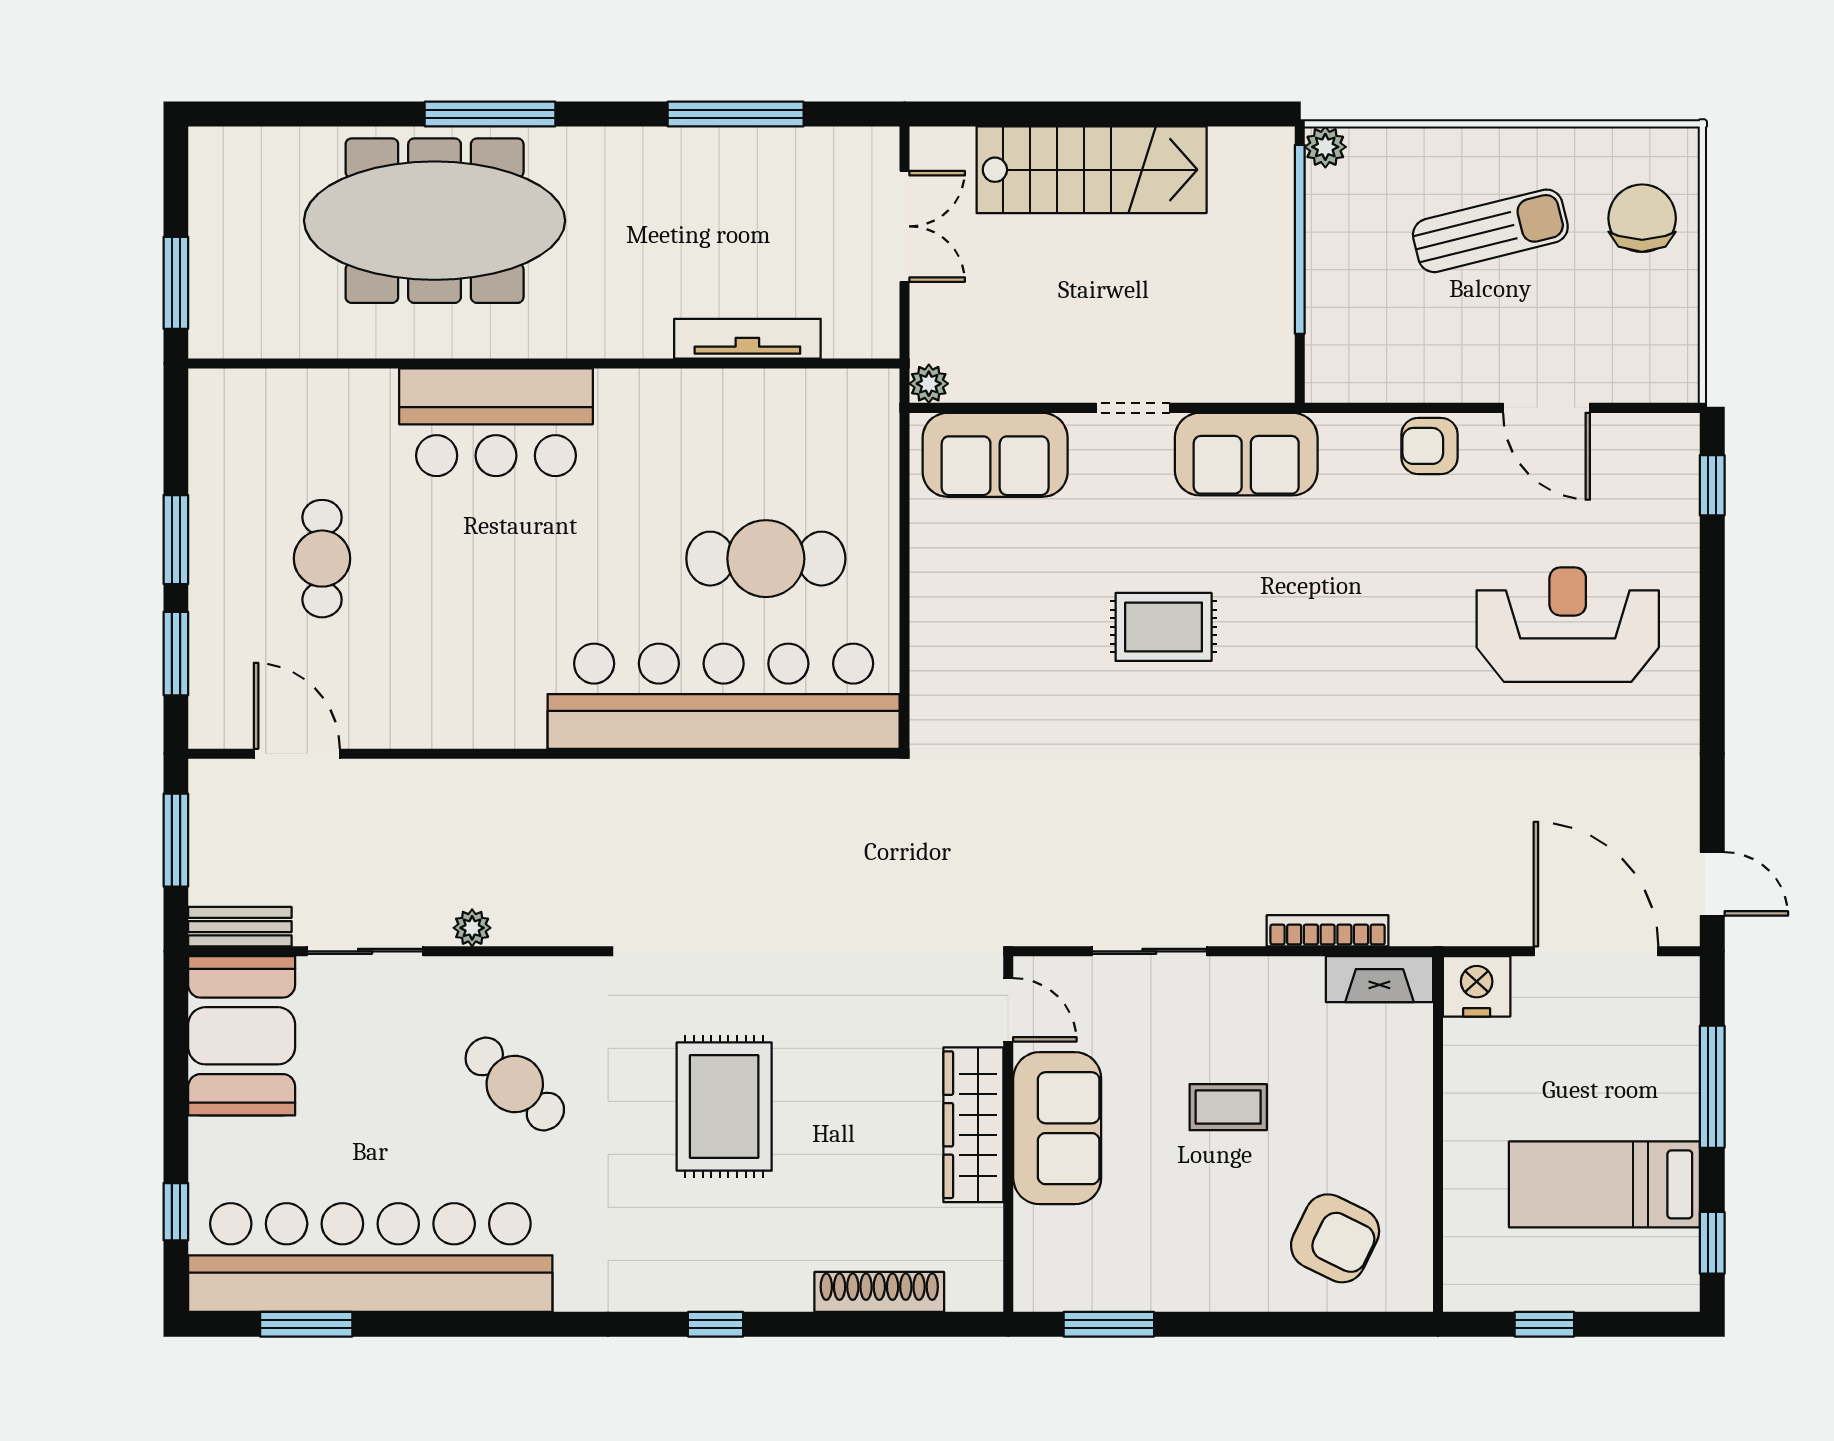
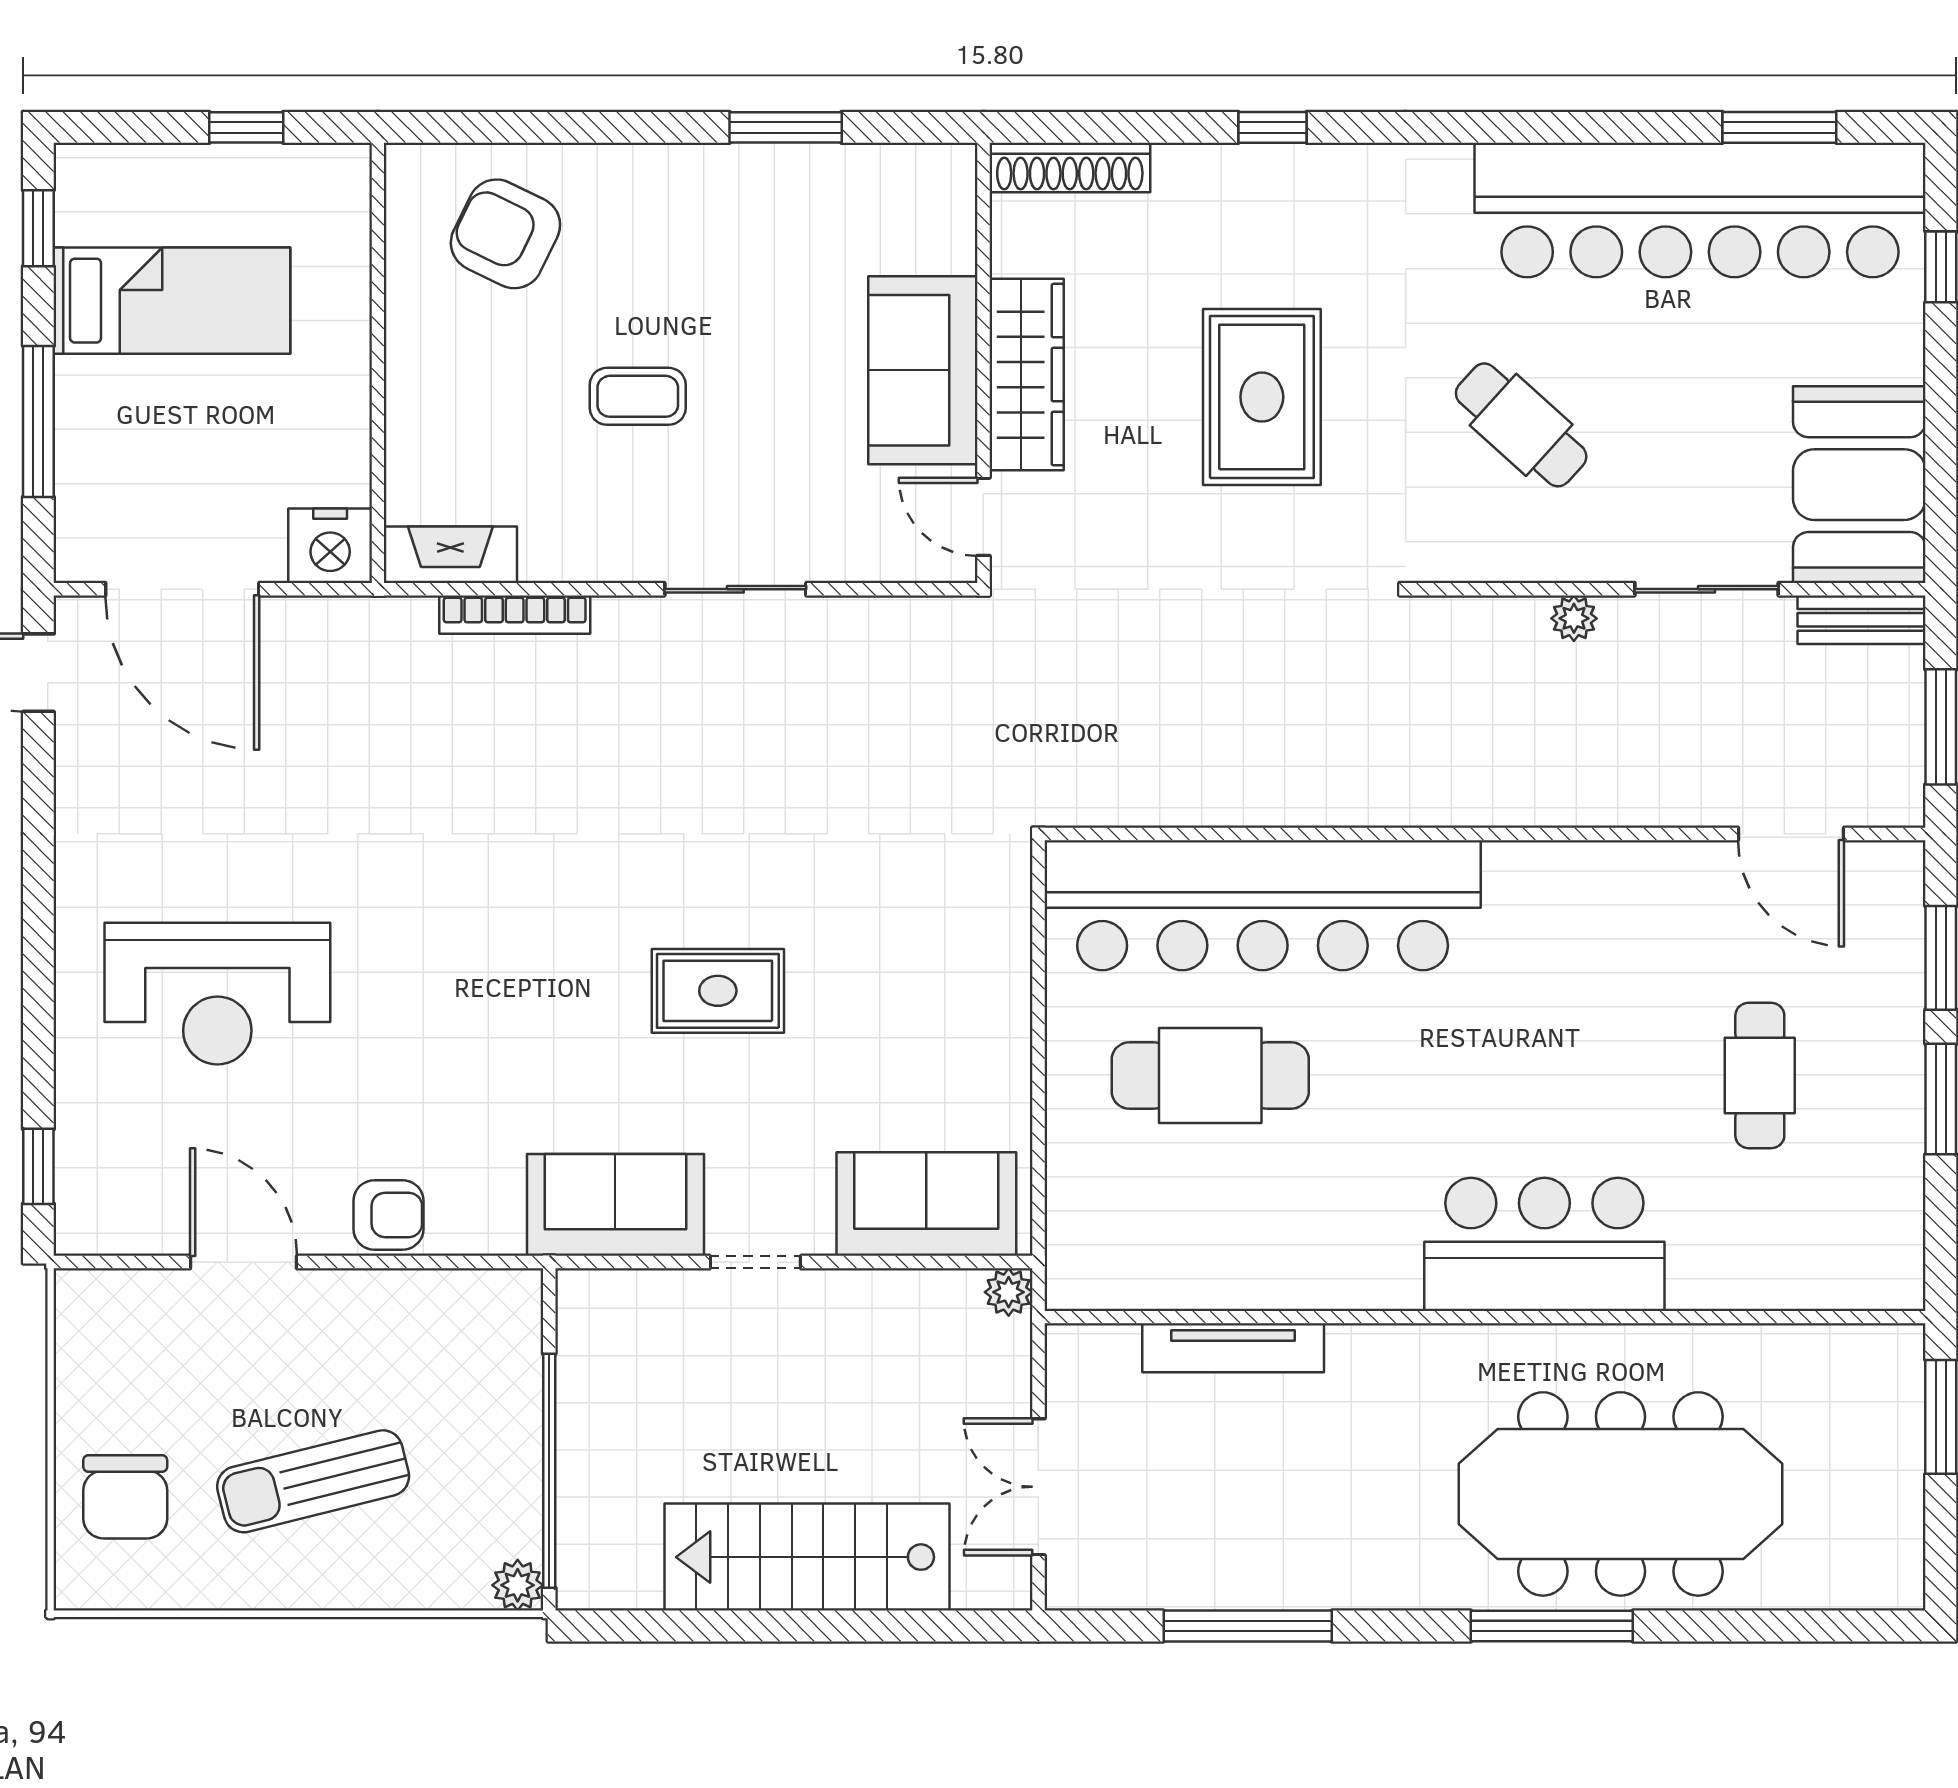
door: (1008, 1010) -> (983, 517), moved
wardrobe: (973, 1125) -> (1027, 375), moved
sofa: (1057, 1128) -> (923, 370), moved
wall: (1008, 1134) -> (983, 363), moved

